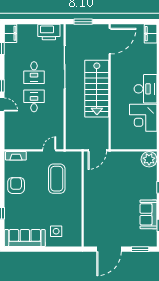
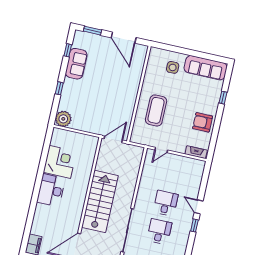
desk: (34, 101) -> (166, 203), turned 180
coffee table: (57, 179) -> (156, 110), moved
armchair: (16, 185) -> (203, 122), turned 90
door: (109, 249) -> (124, 38), swing flipped

